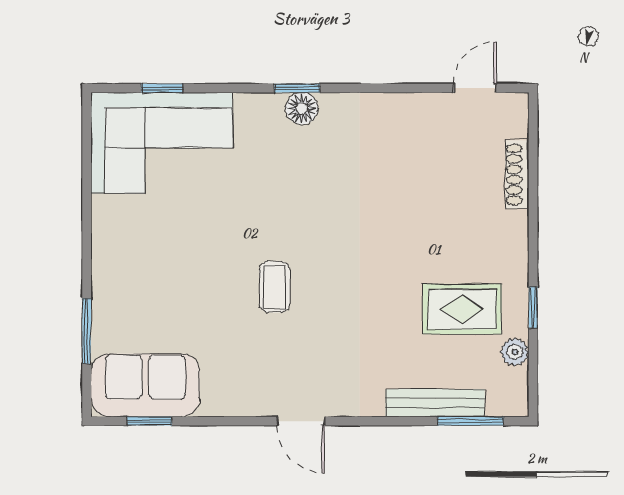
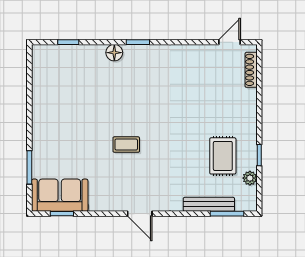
floor lamp: (302, 108) -> (114, 53), moved
corner sofa: (162, 143) -> (68, 70), removed
shoe rack: (517, 174) -> (251, 70), moved
coffee table: (275, 287) -> (126, 145), turned 90
rug: (462, 309) -> (223, 156), turned 90

